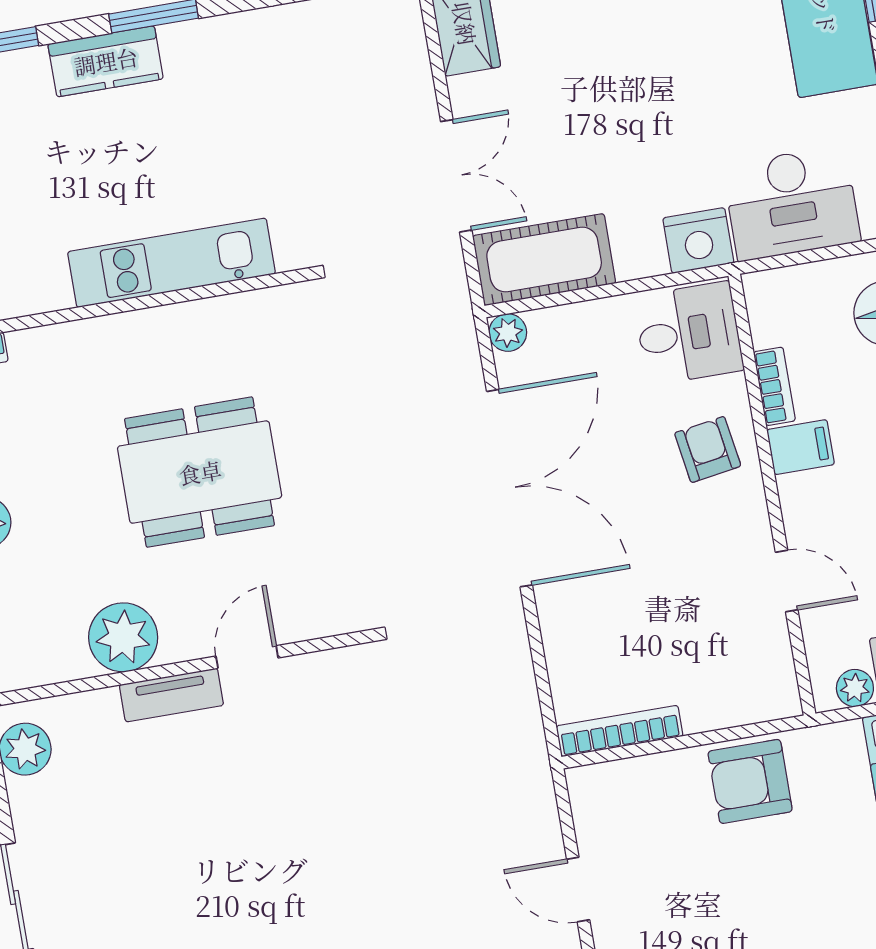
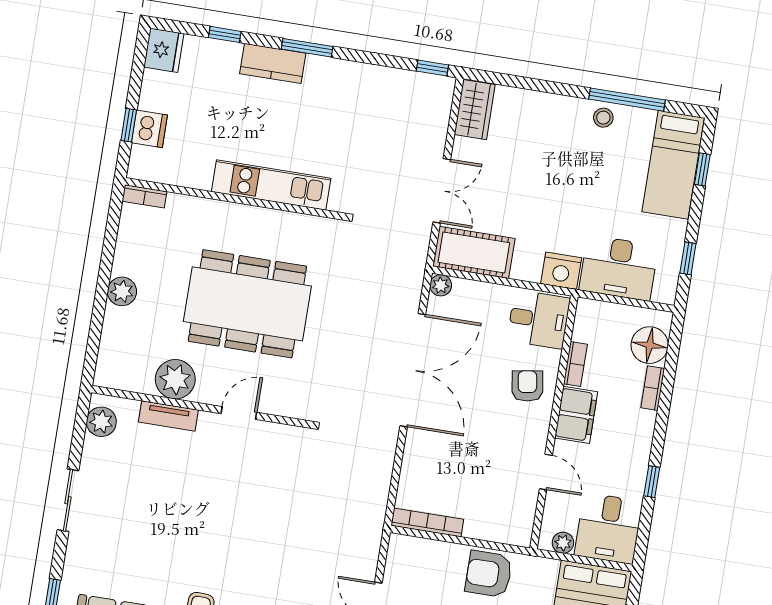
filing cabinet: (801, 447) -> (576, 415), width x2.00
dining table: (200, 472) -> (247, 304), width x1.36, depth x1.24
tv unit: (171, 695) -> (168, 416), moved

